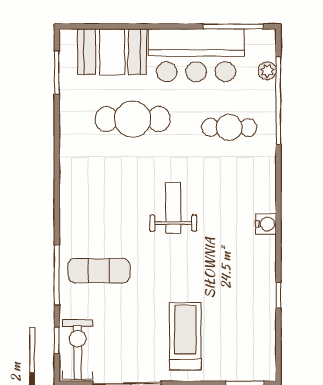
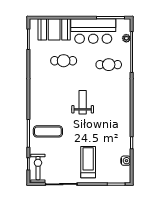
cafe table: (133, 119) -> (64, 61), width x0.73, depth x0.74
water cooler: (266, 224) -> (126, 161), moved

